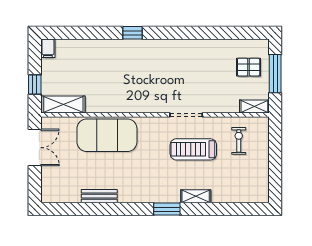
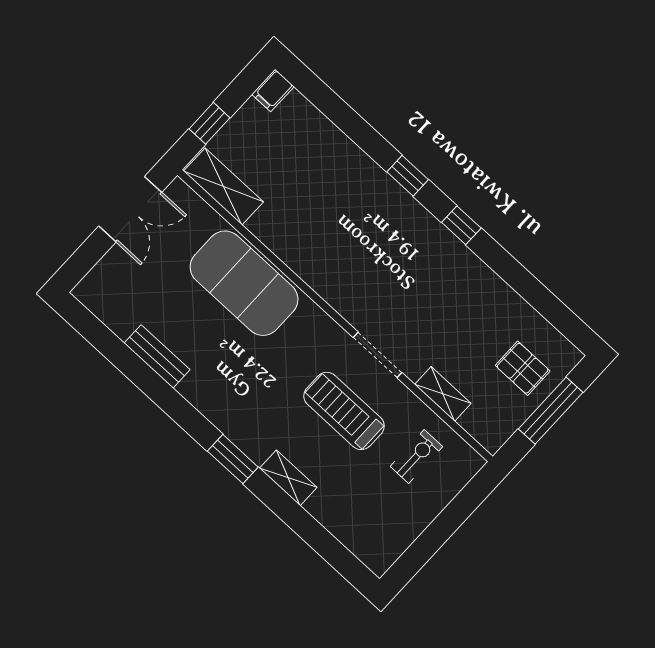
window: (172, 33) -> (461, 225), added
shelving: (254, 106) -> (443, 394), moved

